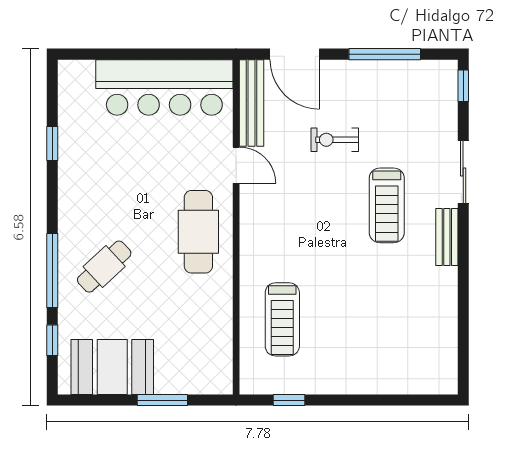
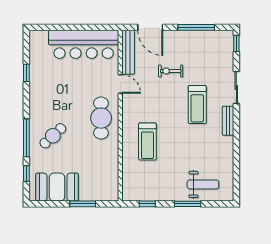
treadmill: (282, 319) -> (147, 141), moved
weight bench: (398, 362) -> (203, 184), added
window: (368, 400) -> (188, 204), added

